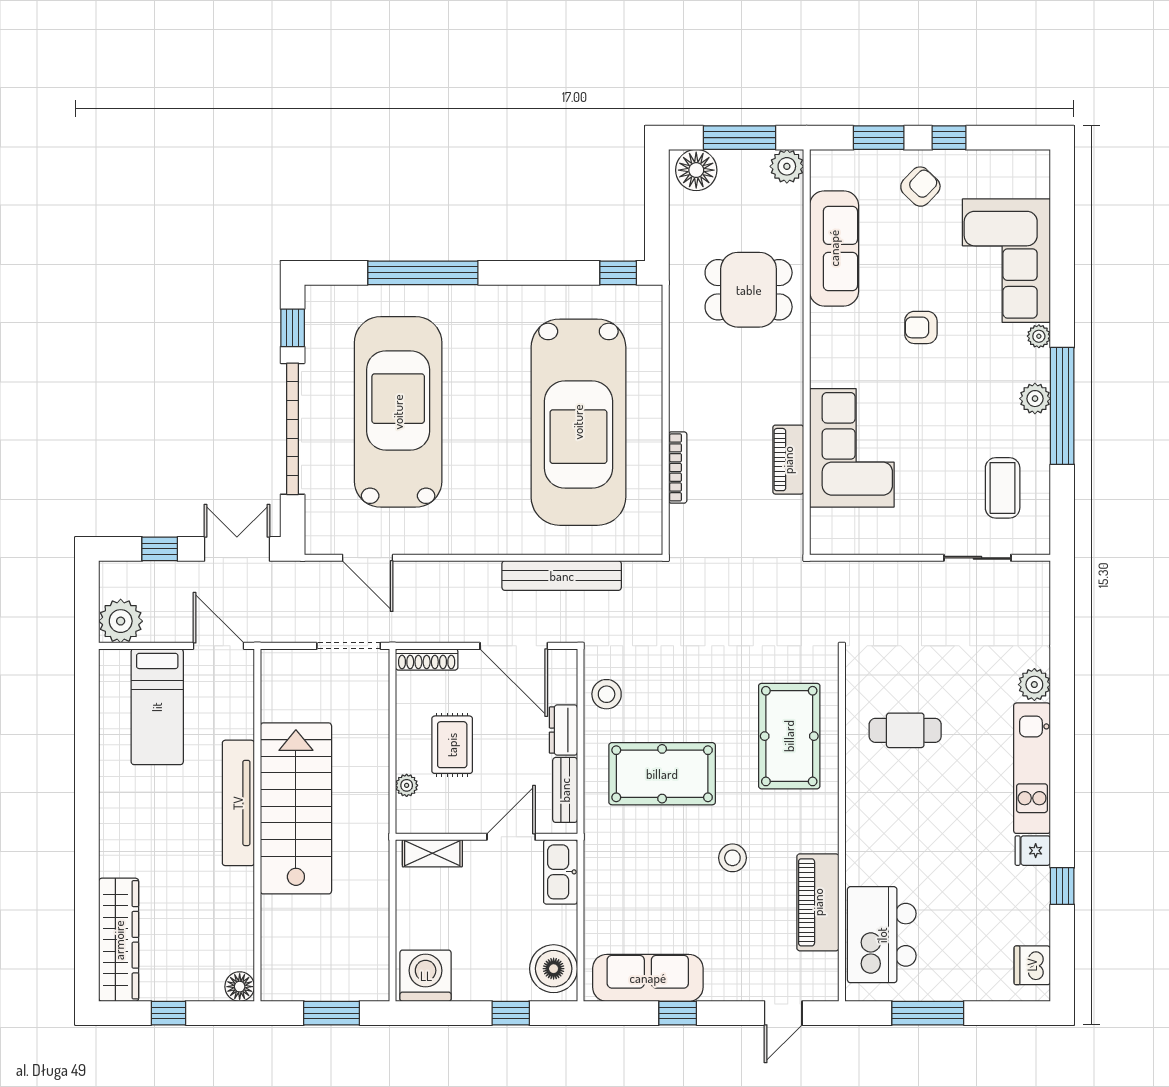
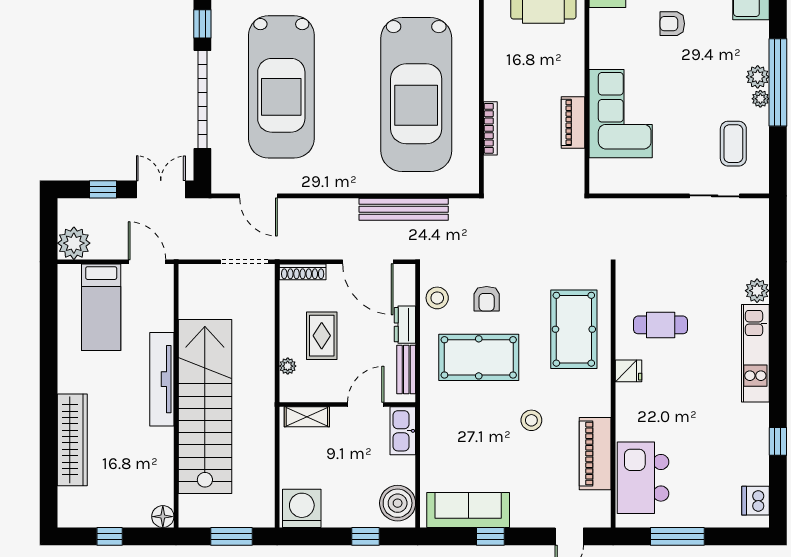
plant: (1039, 336) -> (760, 99), moved
car: (398, 412) -> (281, 87), turned 180
armchair: (673, 695) -> (487, 299), added
stairs: (296, 808) -> (205, 407), width x1.36
fridge: (1033, 851) -> (629, 371), moved, turned 180
wardrobe: (119, 940) -> (72, 440), moved

